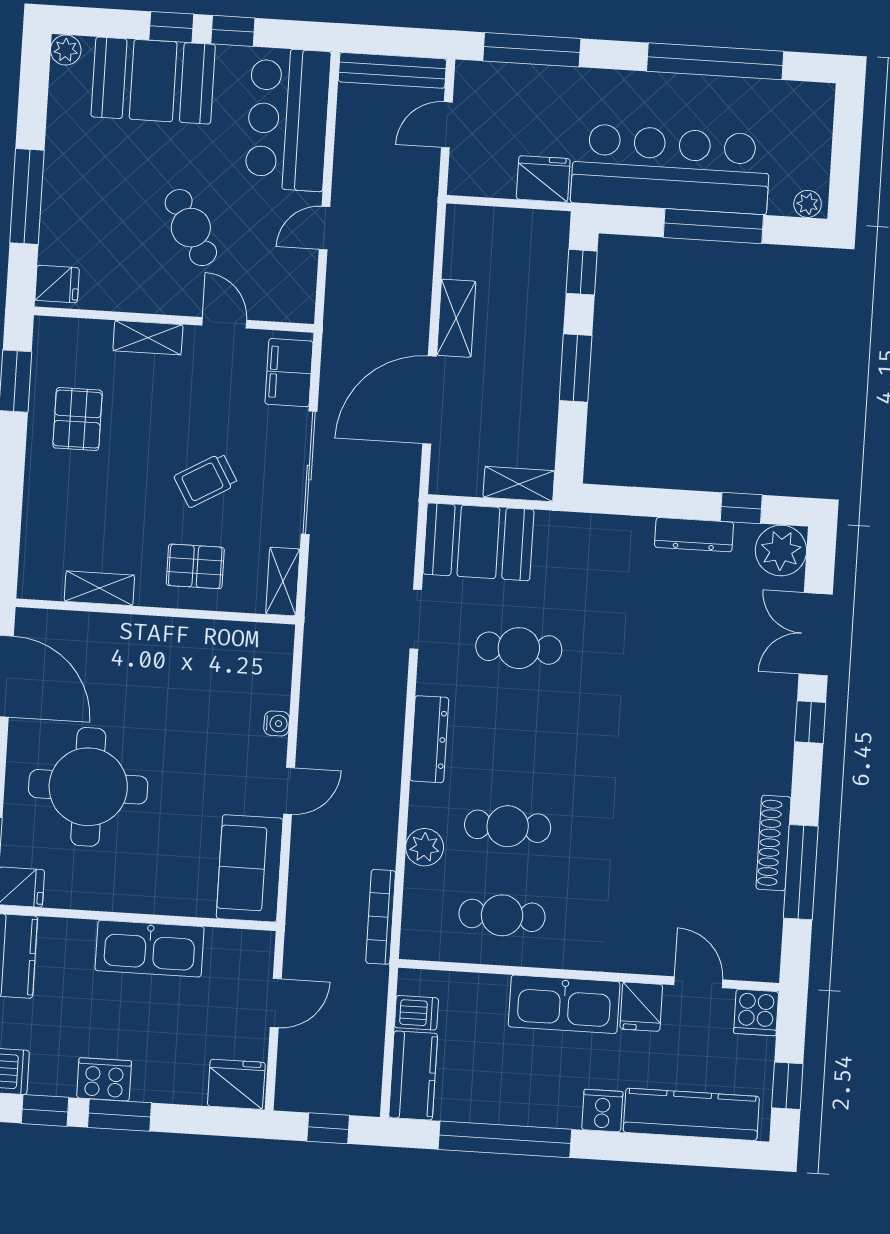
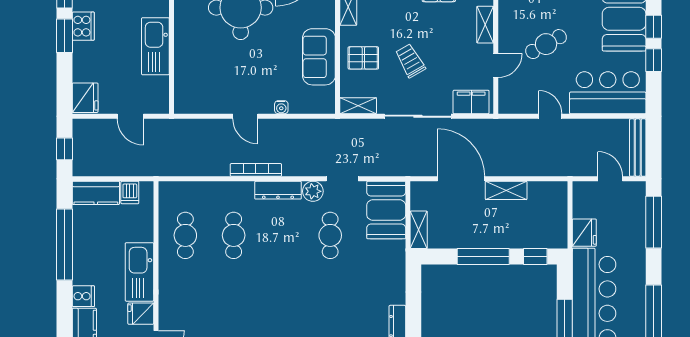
window: (576, 368) -> (483, 257), width x1.44
pallet: (195, 566) -> (363, 58), turned 90
plant: (425, 847) -> (313, 191), moved
sofa: (250, 868) -> (319, 57), moved, turned -90
bookcase: (381, 917) -> (256, 170), moved

